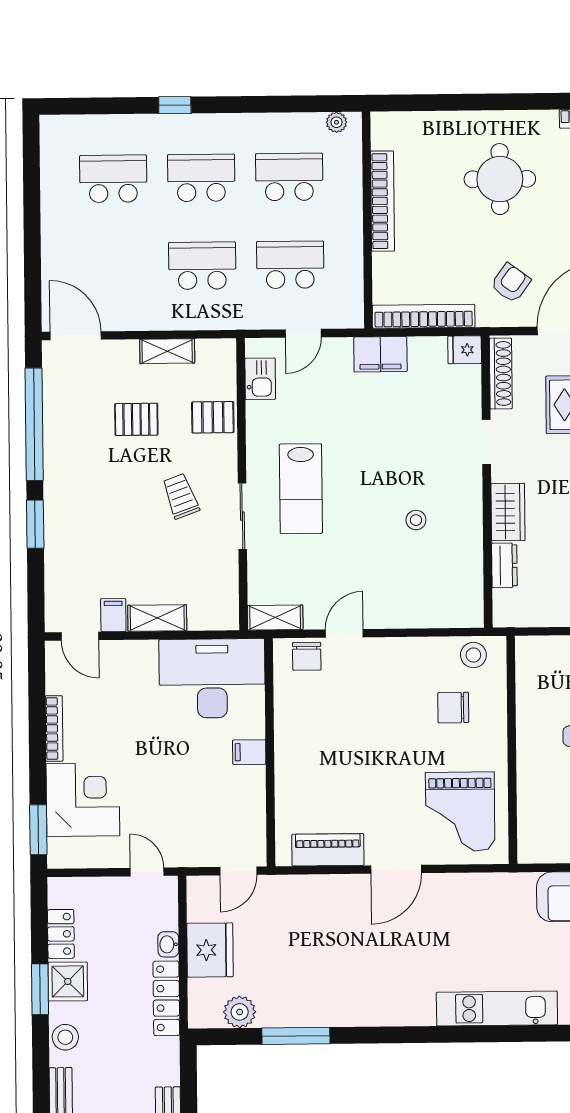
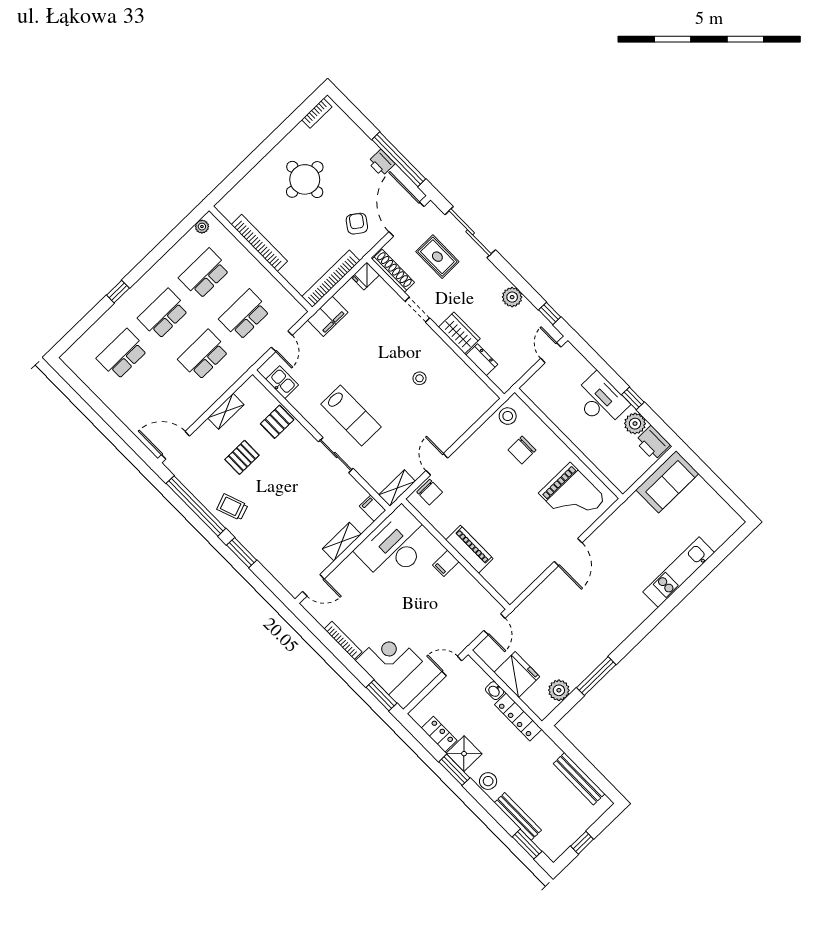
trolley: (181, 496) -> (232, 507), moved
filing cabinet: (113, 615) -> (373, 508), moved
piano: (328, 850) -> (469, 549), moved, turned 90

